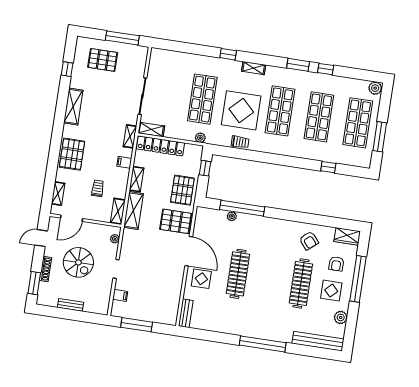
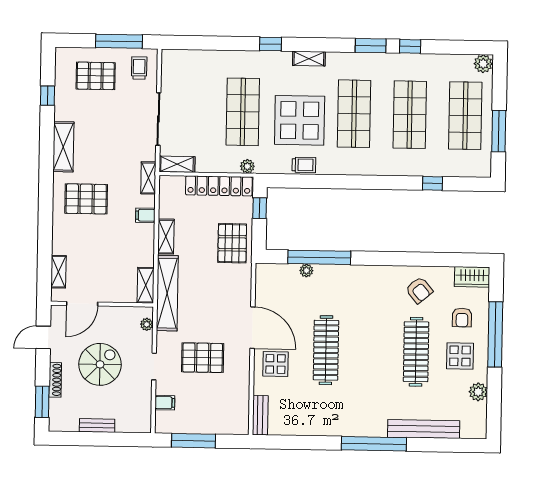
locker: (160, 146) -> (219, 186), moved
pallet: (72, 154) -> (86, 199), moved, turned 90
trolley: (98, 188) -> (139, 68), moved
shelving: (134, 211) -> (167, 293), width x1.47
pallet: (176, 221) -> (203, 358), moved
spiral stairs: (78, 262) -> (100, 364), turned -90
bench: (318, 341) -> (424, 429), moved

